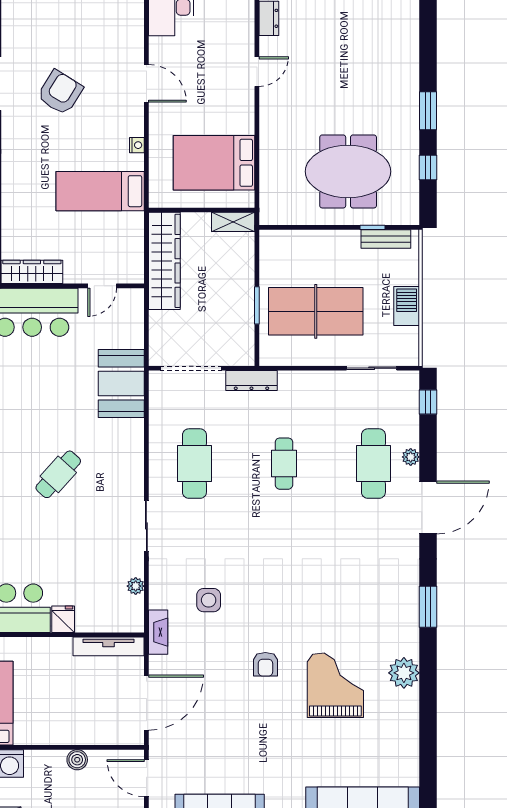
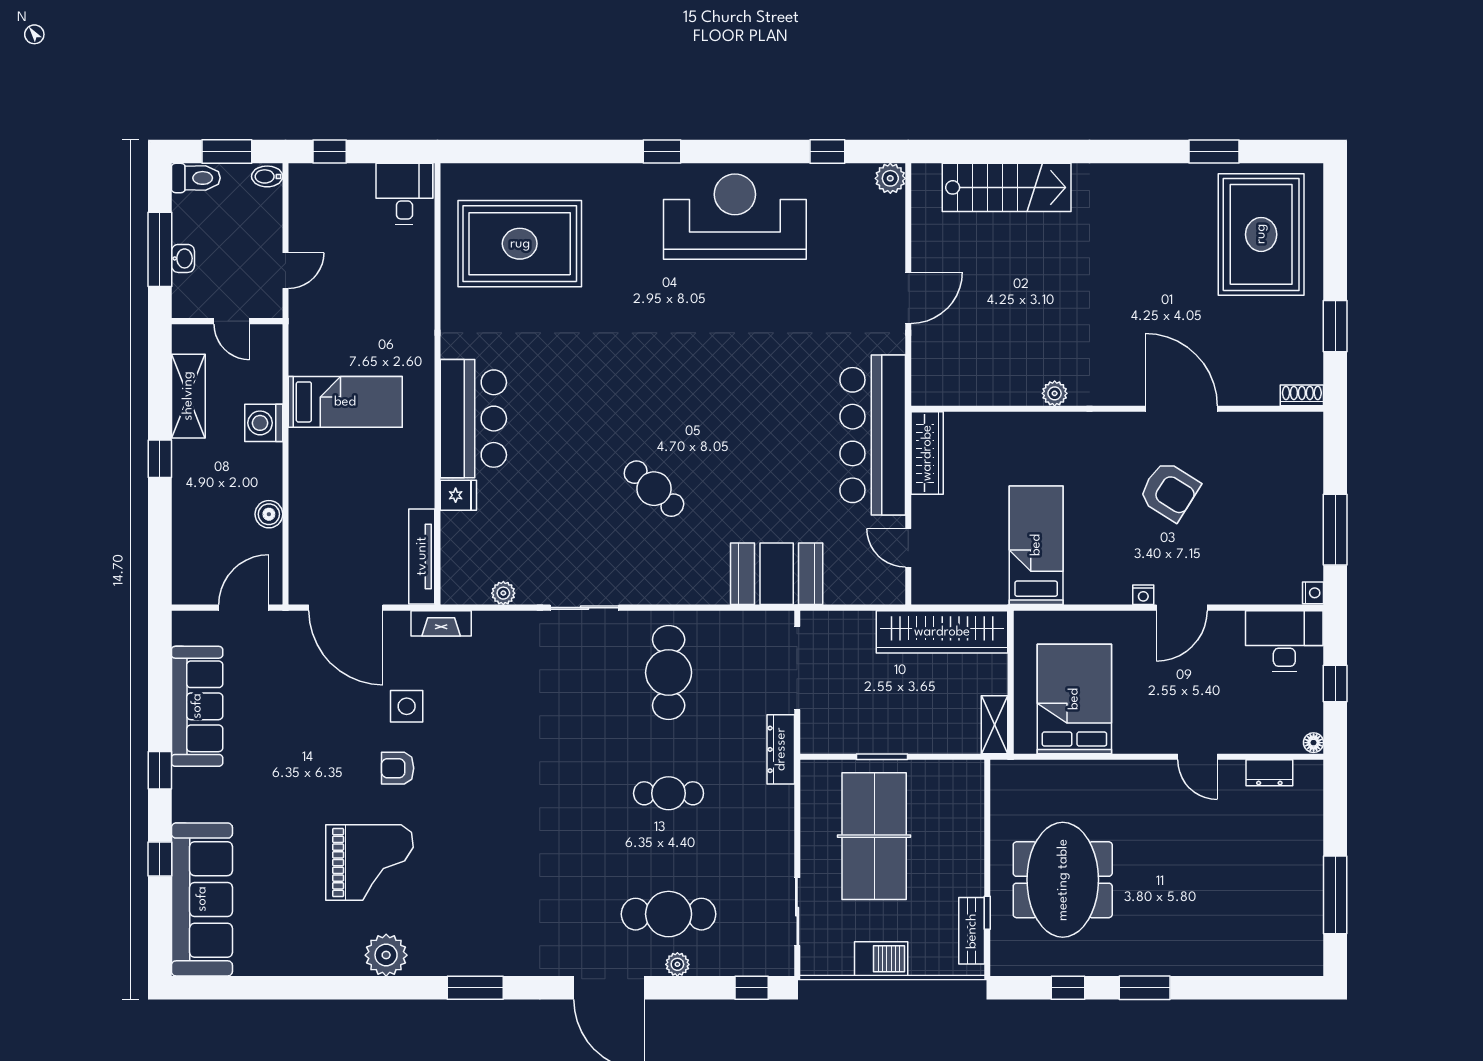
nightstand: (137, 145) -> (1143, 595), moved
cafe table: (194, 464) -> (669, 673), turned 90
side table: (209, 600) -> (407, 706), moved

